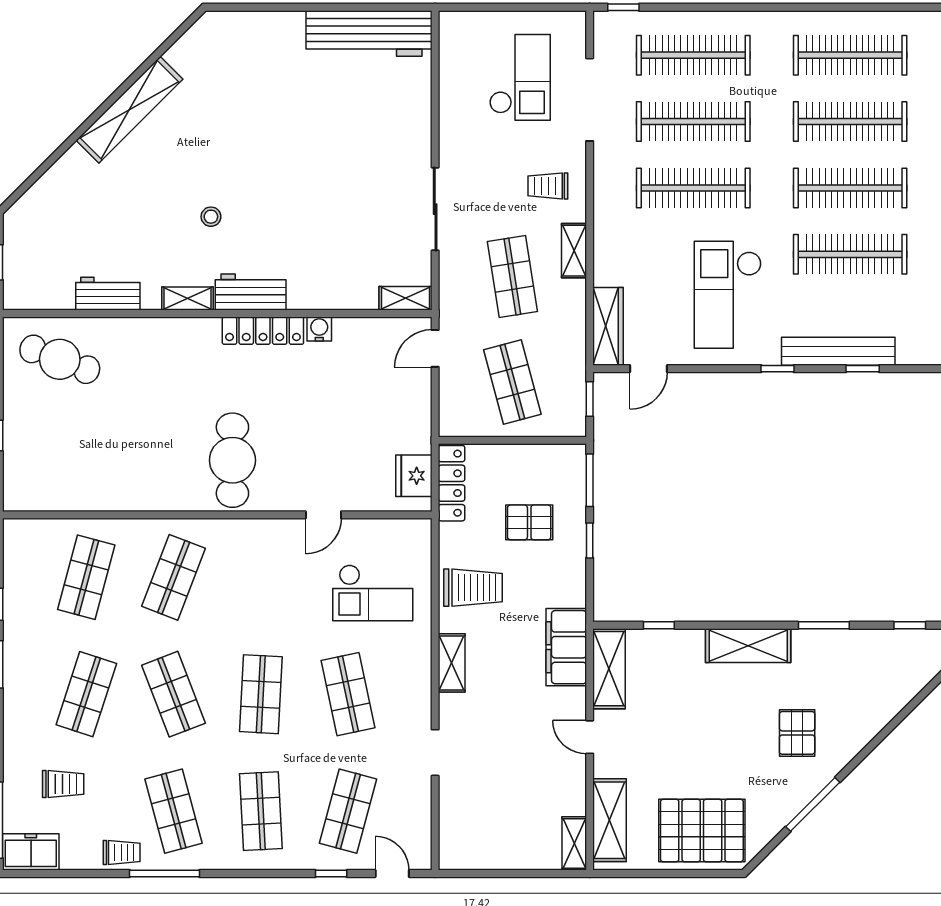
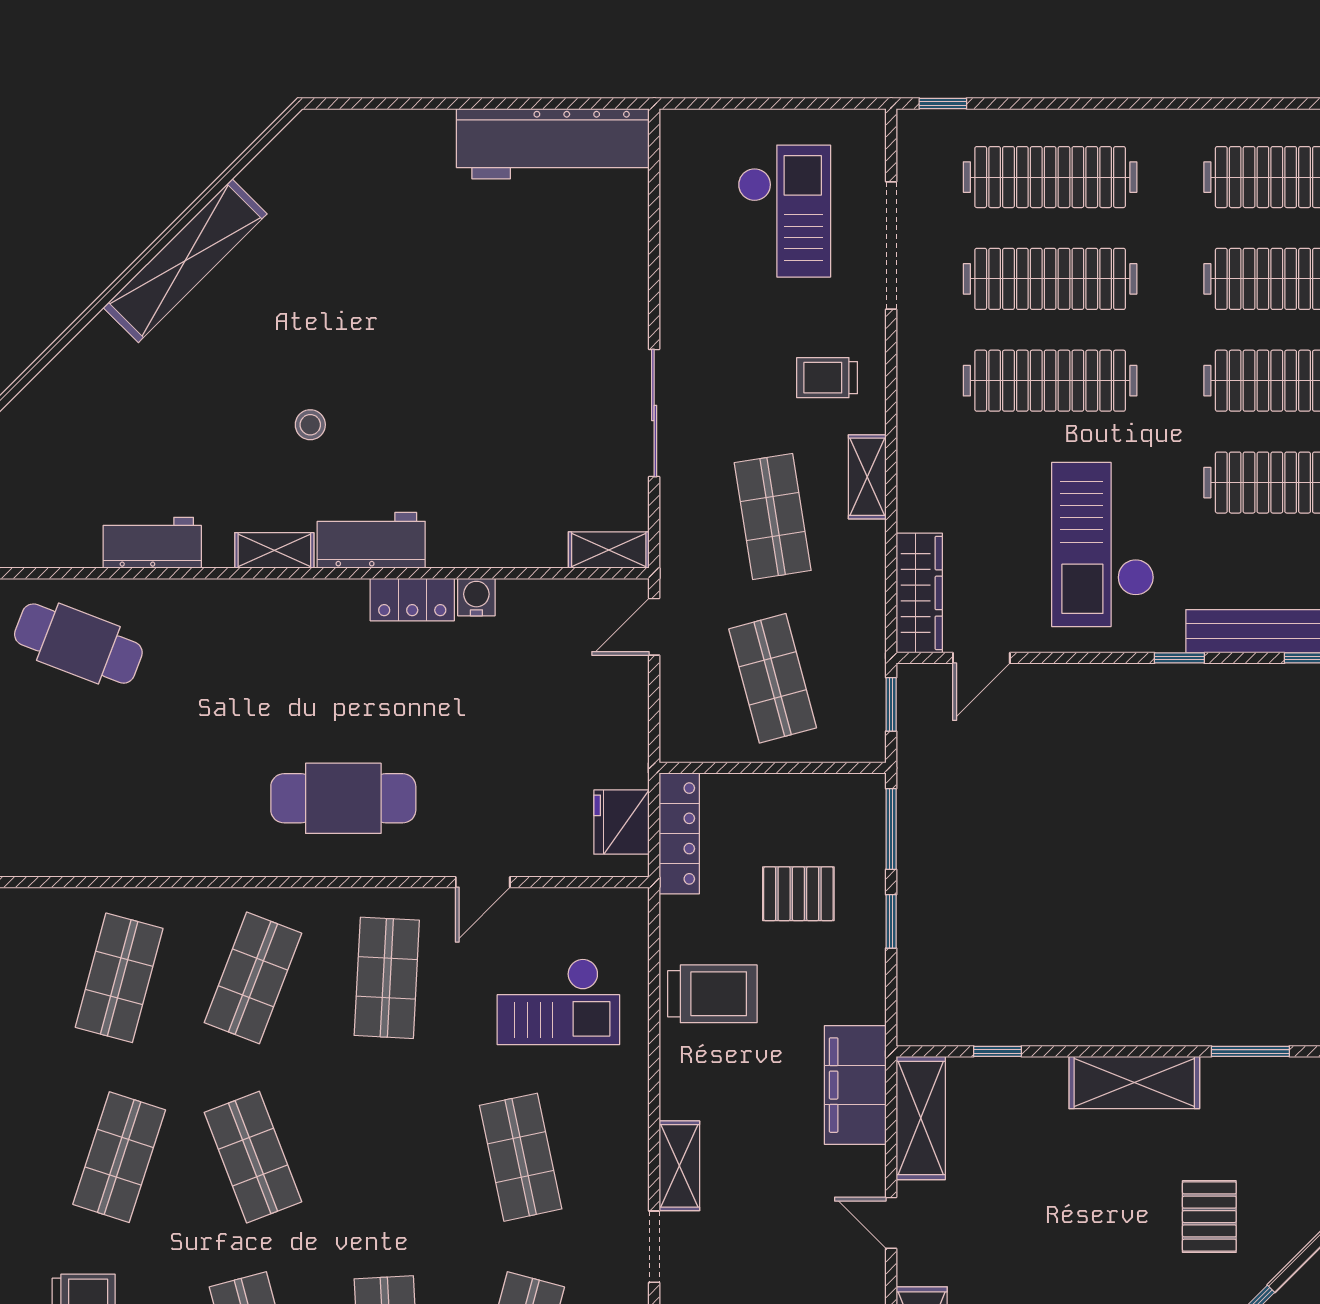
locker: (263, 331) -> (412, 600), width x0.66
cafe table: (232, 460) -> (343, 798), turned 90
shelving: (452, 663) -> (679, 1166), moved
shop shelf: (261, 694) -> (387, 978), moved

